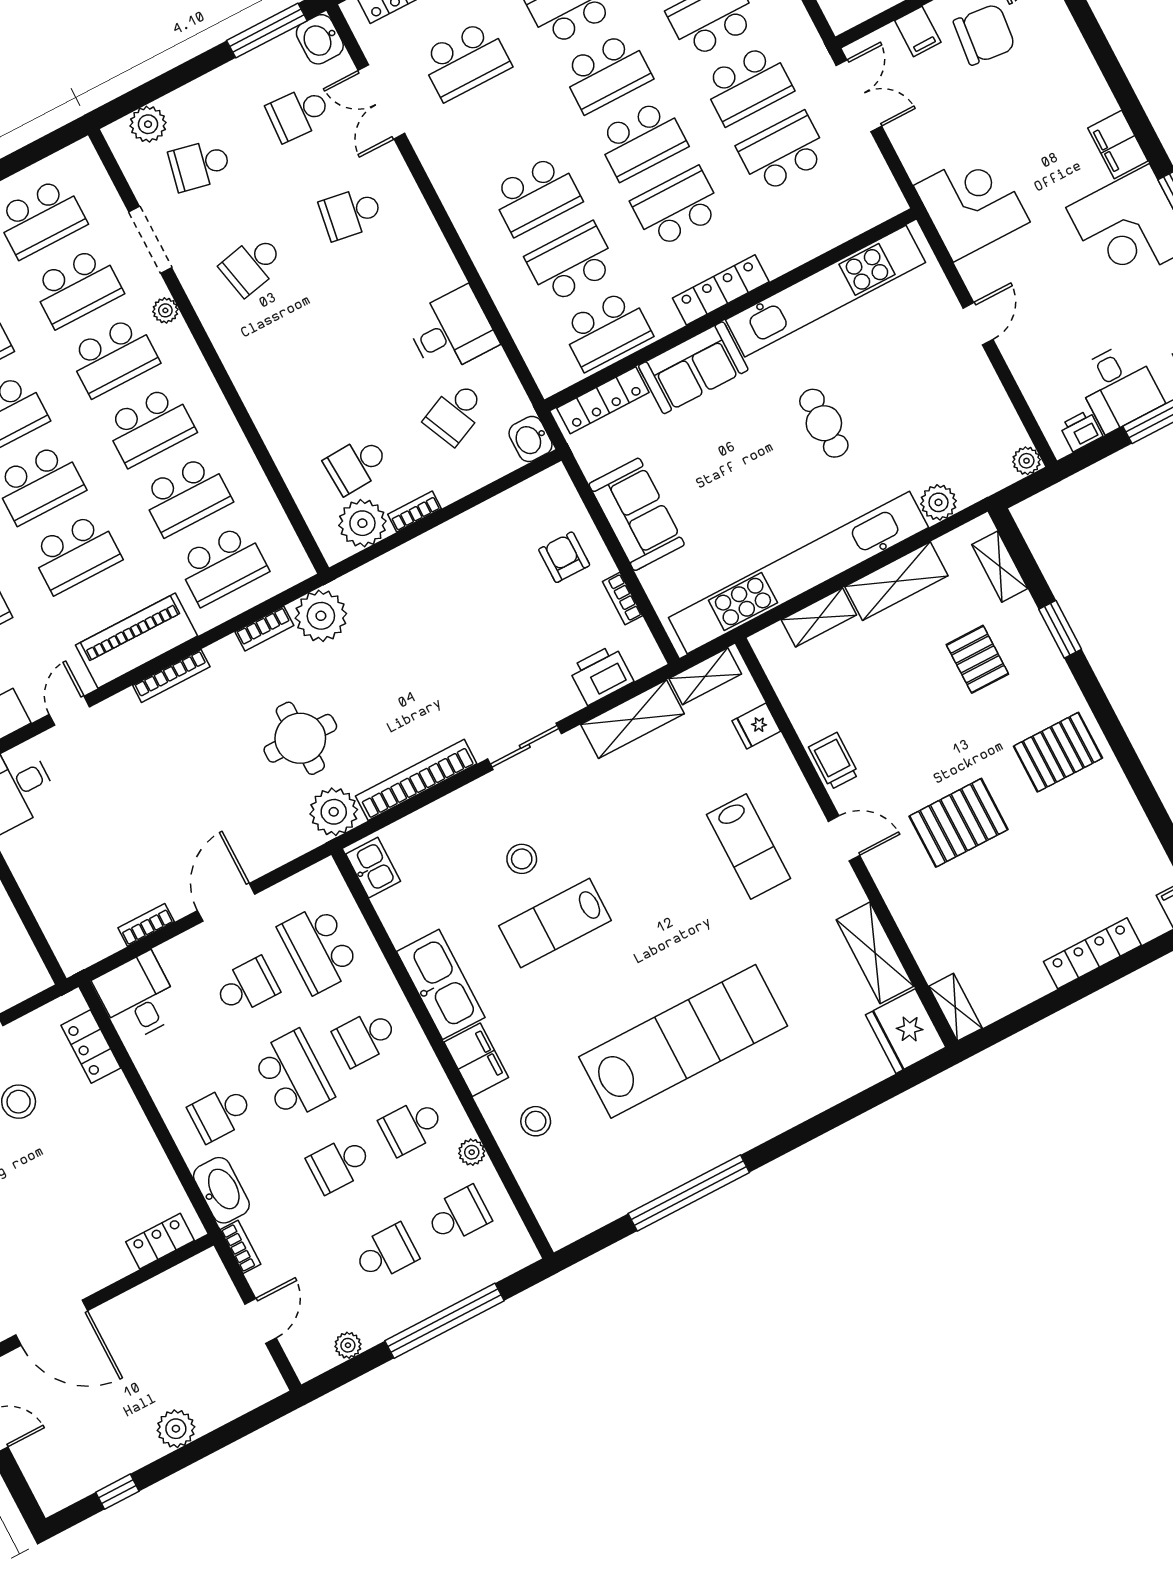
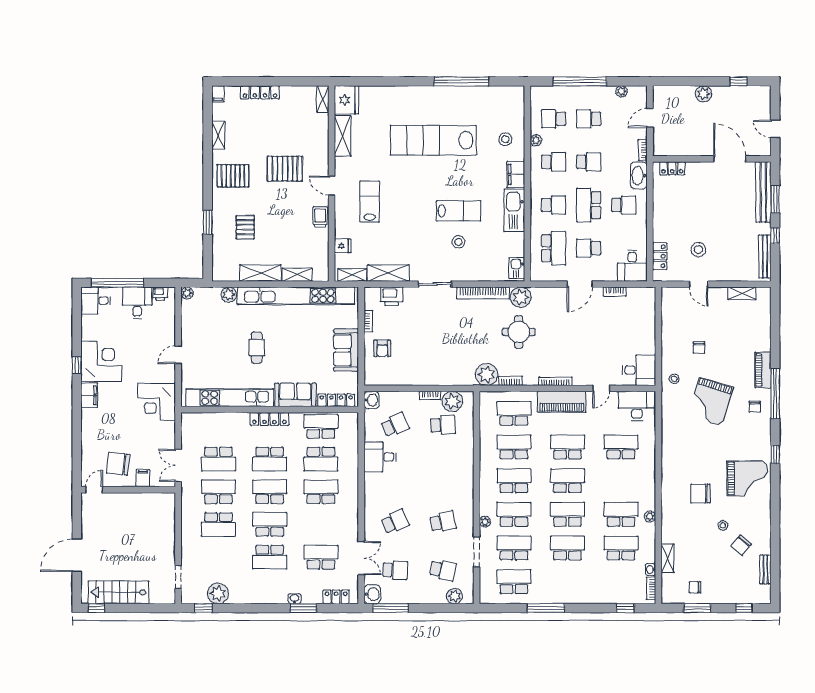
school desk: (351, 213) -> (395, 522), turned -33
shelving: (1000, 567) -> (218, 135), moved
trolley: (834, 761) -> (320, 217), turned 180

